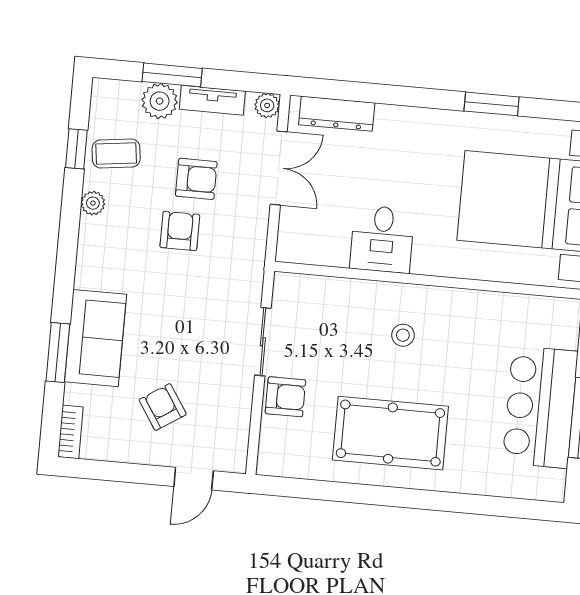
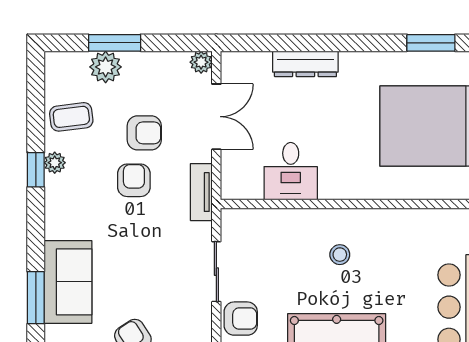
tv unit: (212, 100) -> (201, 192), moved, turned 90
window: (492, 104) -> (431, 43), moved
dresser: (337, 114) -> (305, 64), moved
window: (76, 149) -> (36, 170), moved
desk: (382, 239) -> (291, 171), moved

